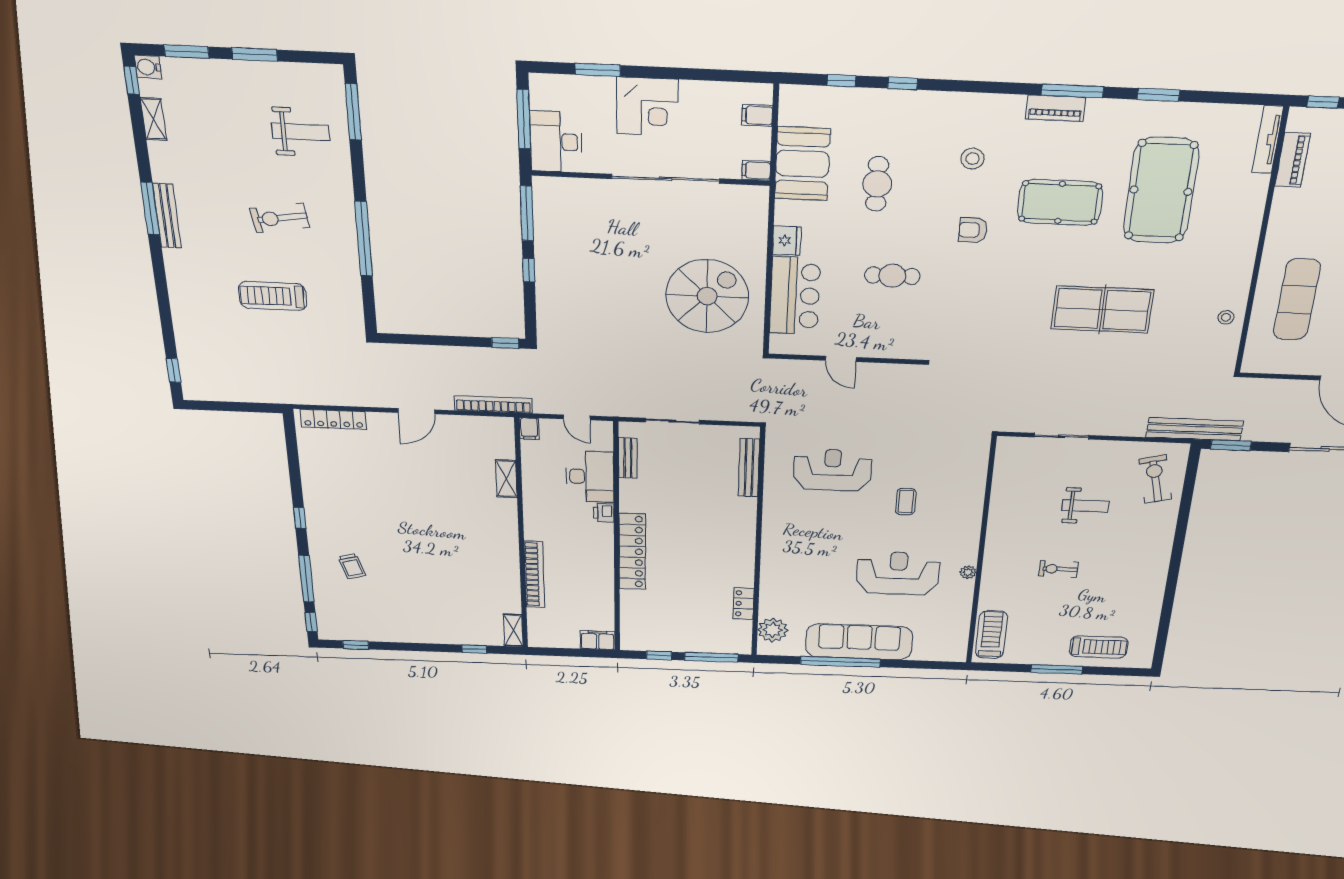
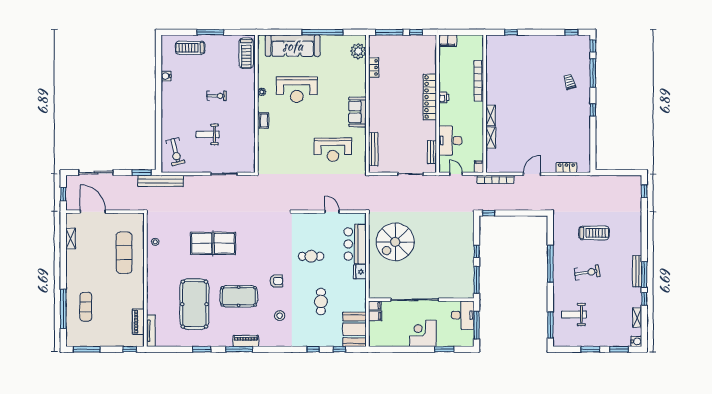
window: (132, 80) -> (644, 299), moved
filing cabinet: (757, 115) -> (375, 316), moved
booth: (802, 164) -> (354, 329), moved
locker: (333, 419) -> (566, 168), width x0.66
coffee table: (906, 502) -> (264, 120), moved
printer: (604, 513) -> (444, 97), moved
sofa: (779, 532) -> (357, 112), added
water cooler: (1153, 604) -> (166, 76), added
shelving: (513, 630) -> (491, 116), moved
sofa: (859, 642) -> (293, 46), moved

